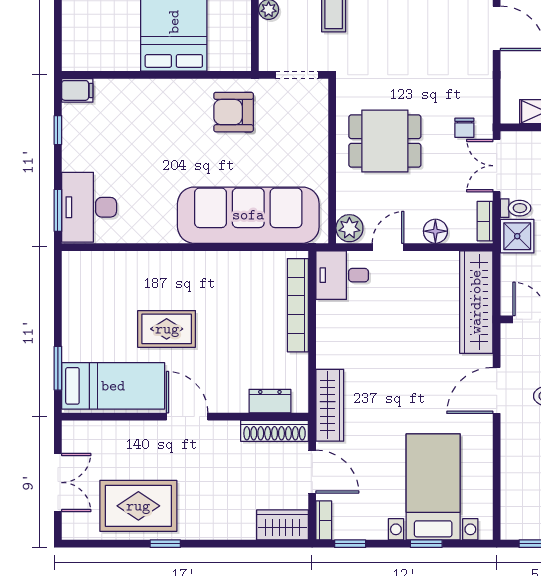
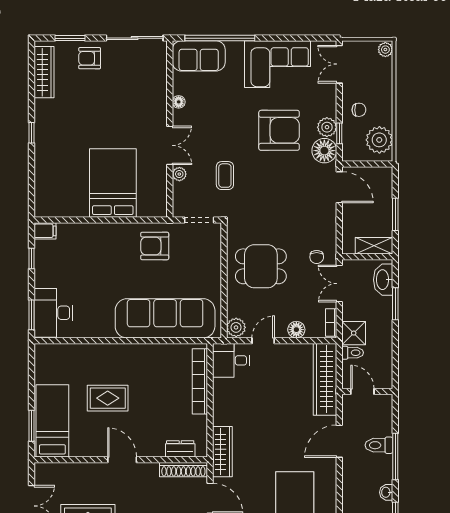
toilet: (516, 208) -> (353, 353), moved
bed: (113, 386) -> (52, 421), moved, turned -90

